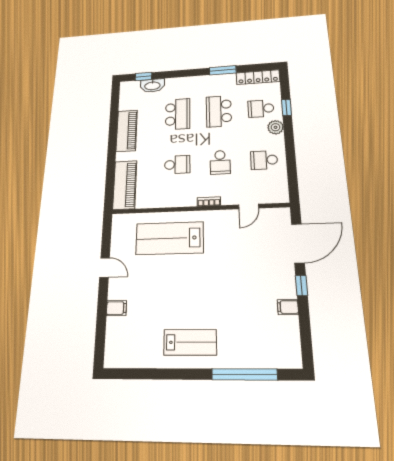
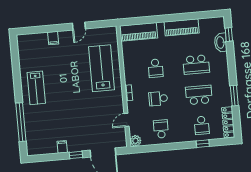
school desk: (261, 109) -> (202, 125), turned 180
plant: (276, 127) -> (136, 141), moved
door: (249, 207) -> (126, 120), hinge flipped

